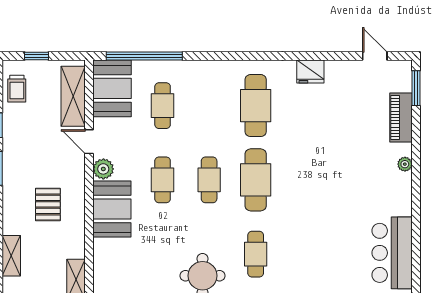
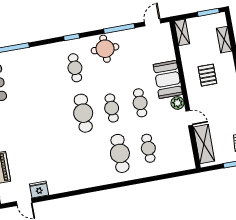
window: (144, 56) -> (165, 176), removed
fridge: (310, 72) -> (39, 190), moved
booth: (112, 88) -> (181, 153), removed
cafe table: (256, 106) -> (120, 153), moved

